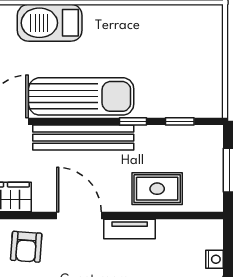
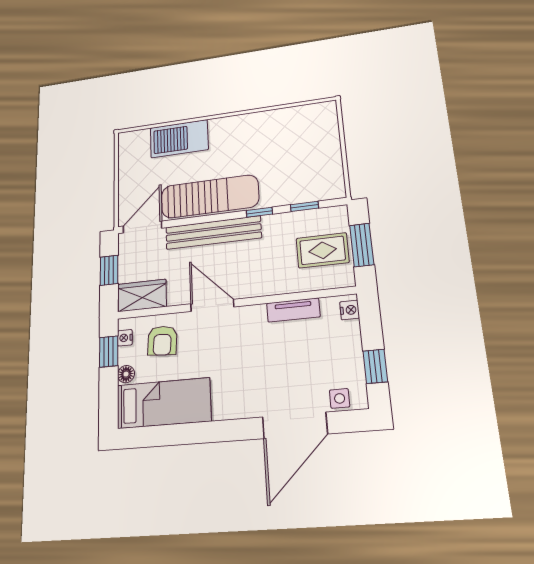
rug: (157, 189) -> (323, 250), moved
tv unit: (130, 229) -> (293, 310), moved
nightstand: (214, 259) -> (350, 310), moved

